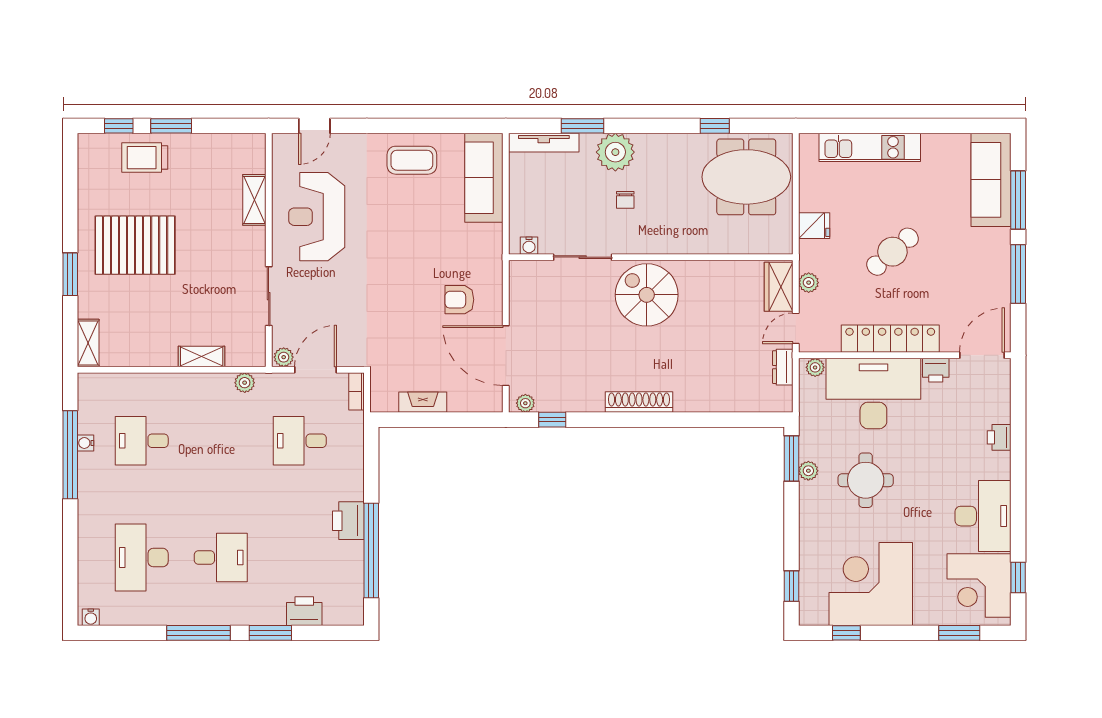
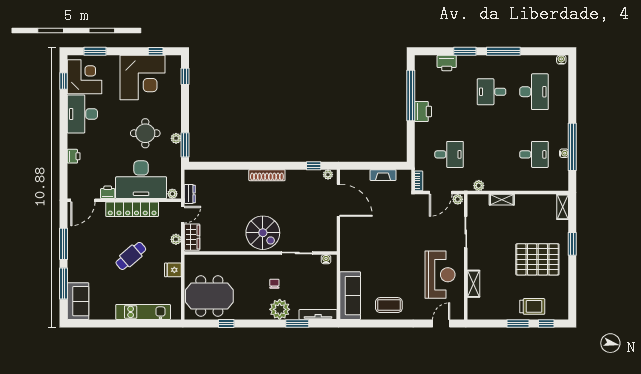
sofa: (991, 180) -> (78, 301), width x0.73
armchair: (459, 300) -> (363, 230), removed

